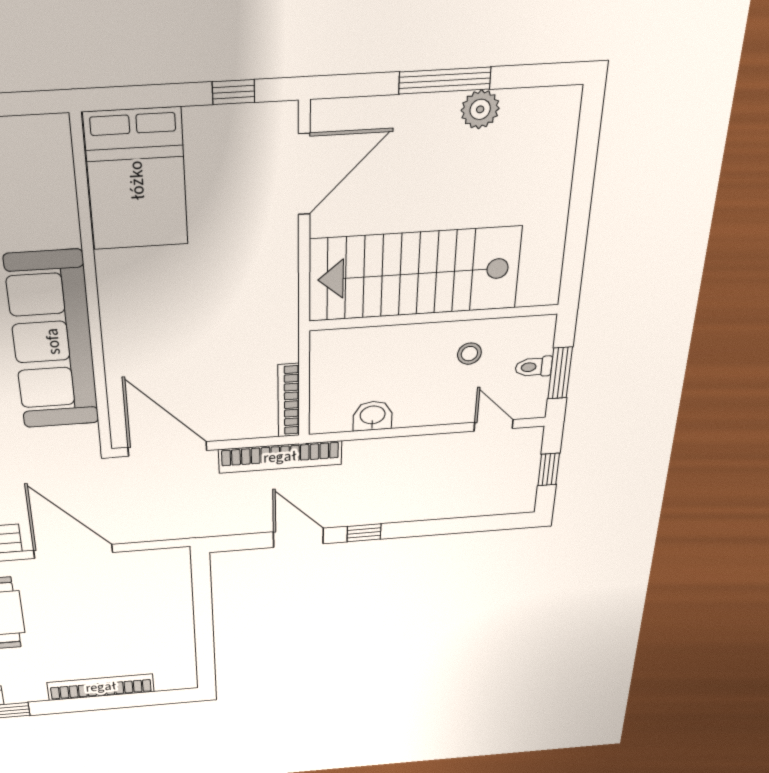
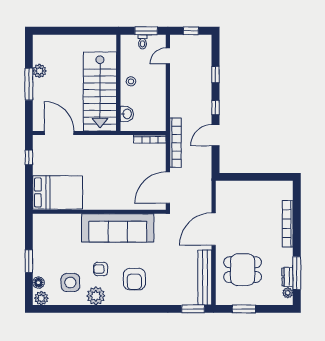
stool: (469, 354) -> (131, 81), moved
washbasin: (373, 416) -> (127, 114), moved, turned 180
window: (441, 527) -> (216, 75), added

